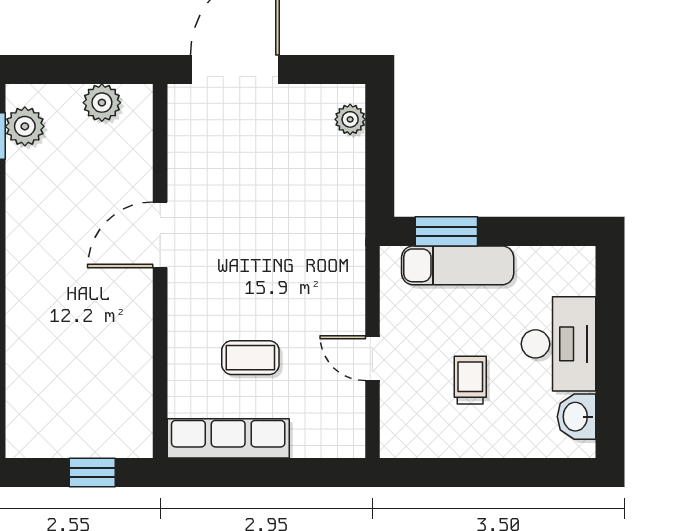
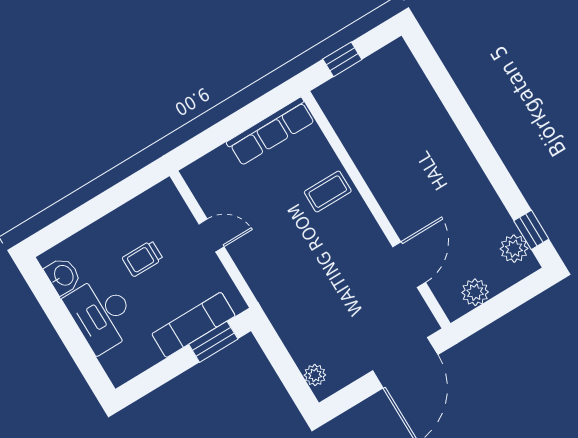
door: (160, 235) -> (409, 265), moved
coffee table: (250, 358) -> (328, 192), moved
trolley: (470, 380) -> (143, 258), turned 90

